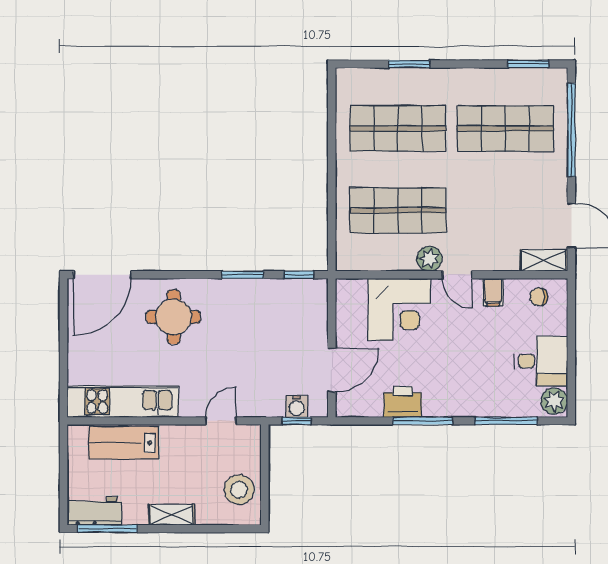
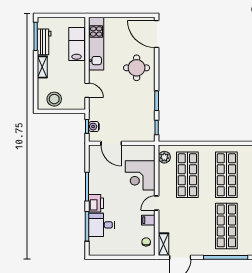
plant: (429, 259) -> (164, 157), moved
desk: (541, 361) -> (101, 225), moved, turned 90
plant: (554, 401) -> (96, 249), removed
printer: (403, 402) -> (96, 203), moved
workbench: (94, 511) -> (44, 42), moved

